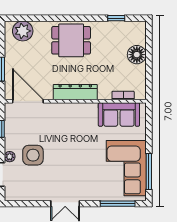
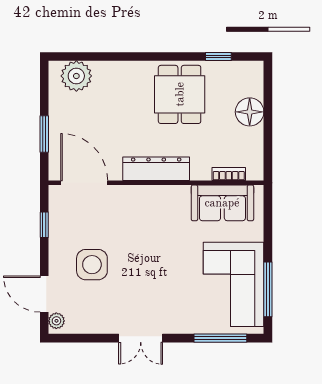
dining table: (71, 40) -> (180, 94), moved, turned 90
plant: (10, 157) -> (56, 321), moved

